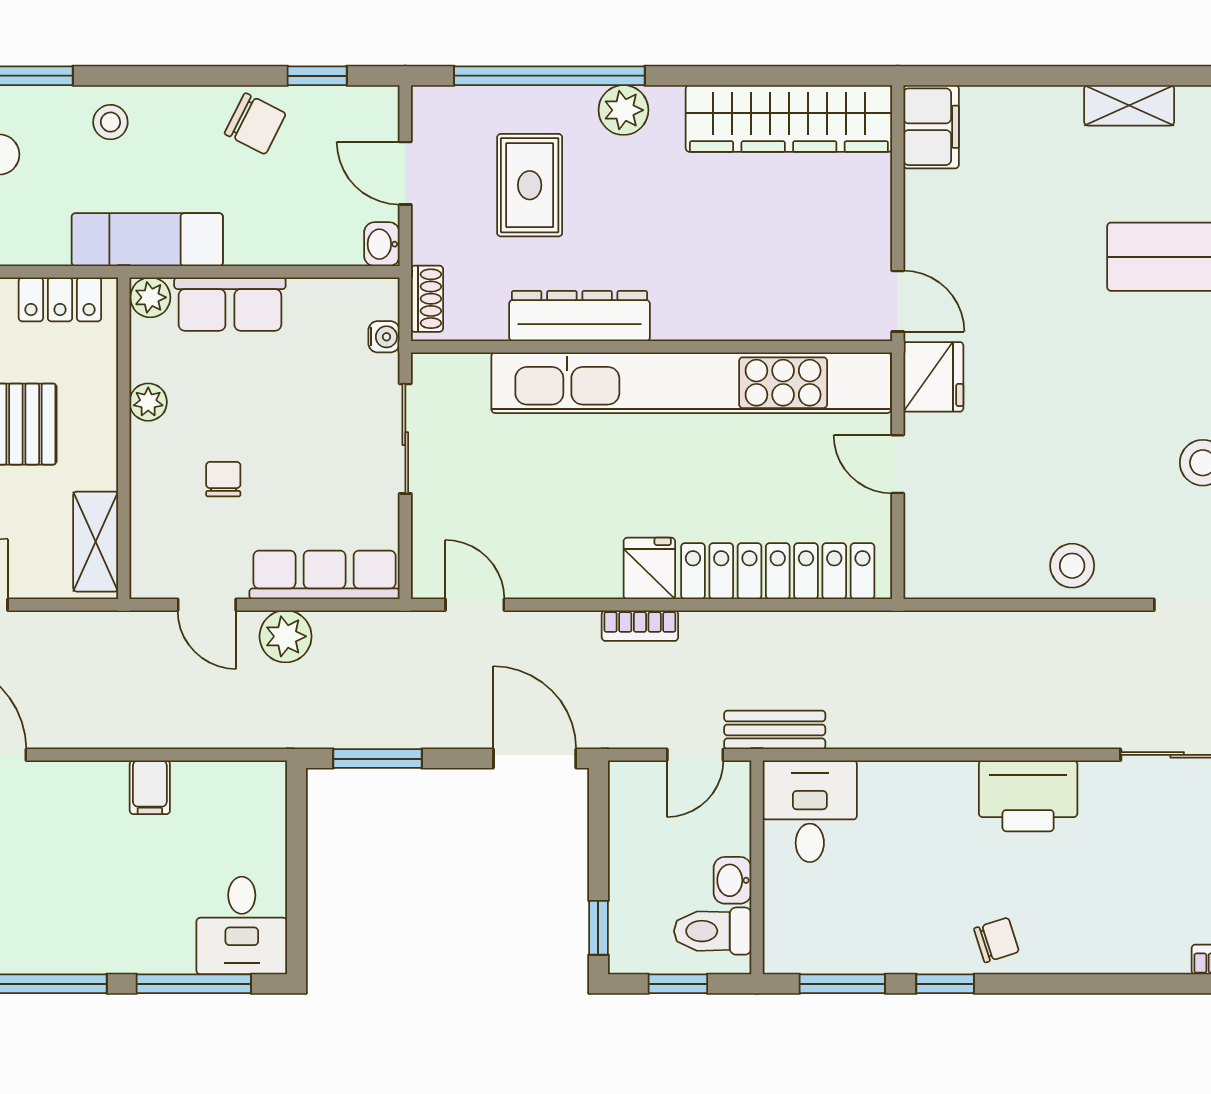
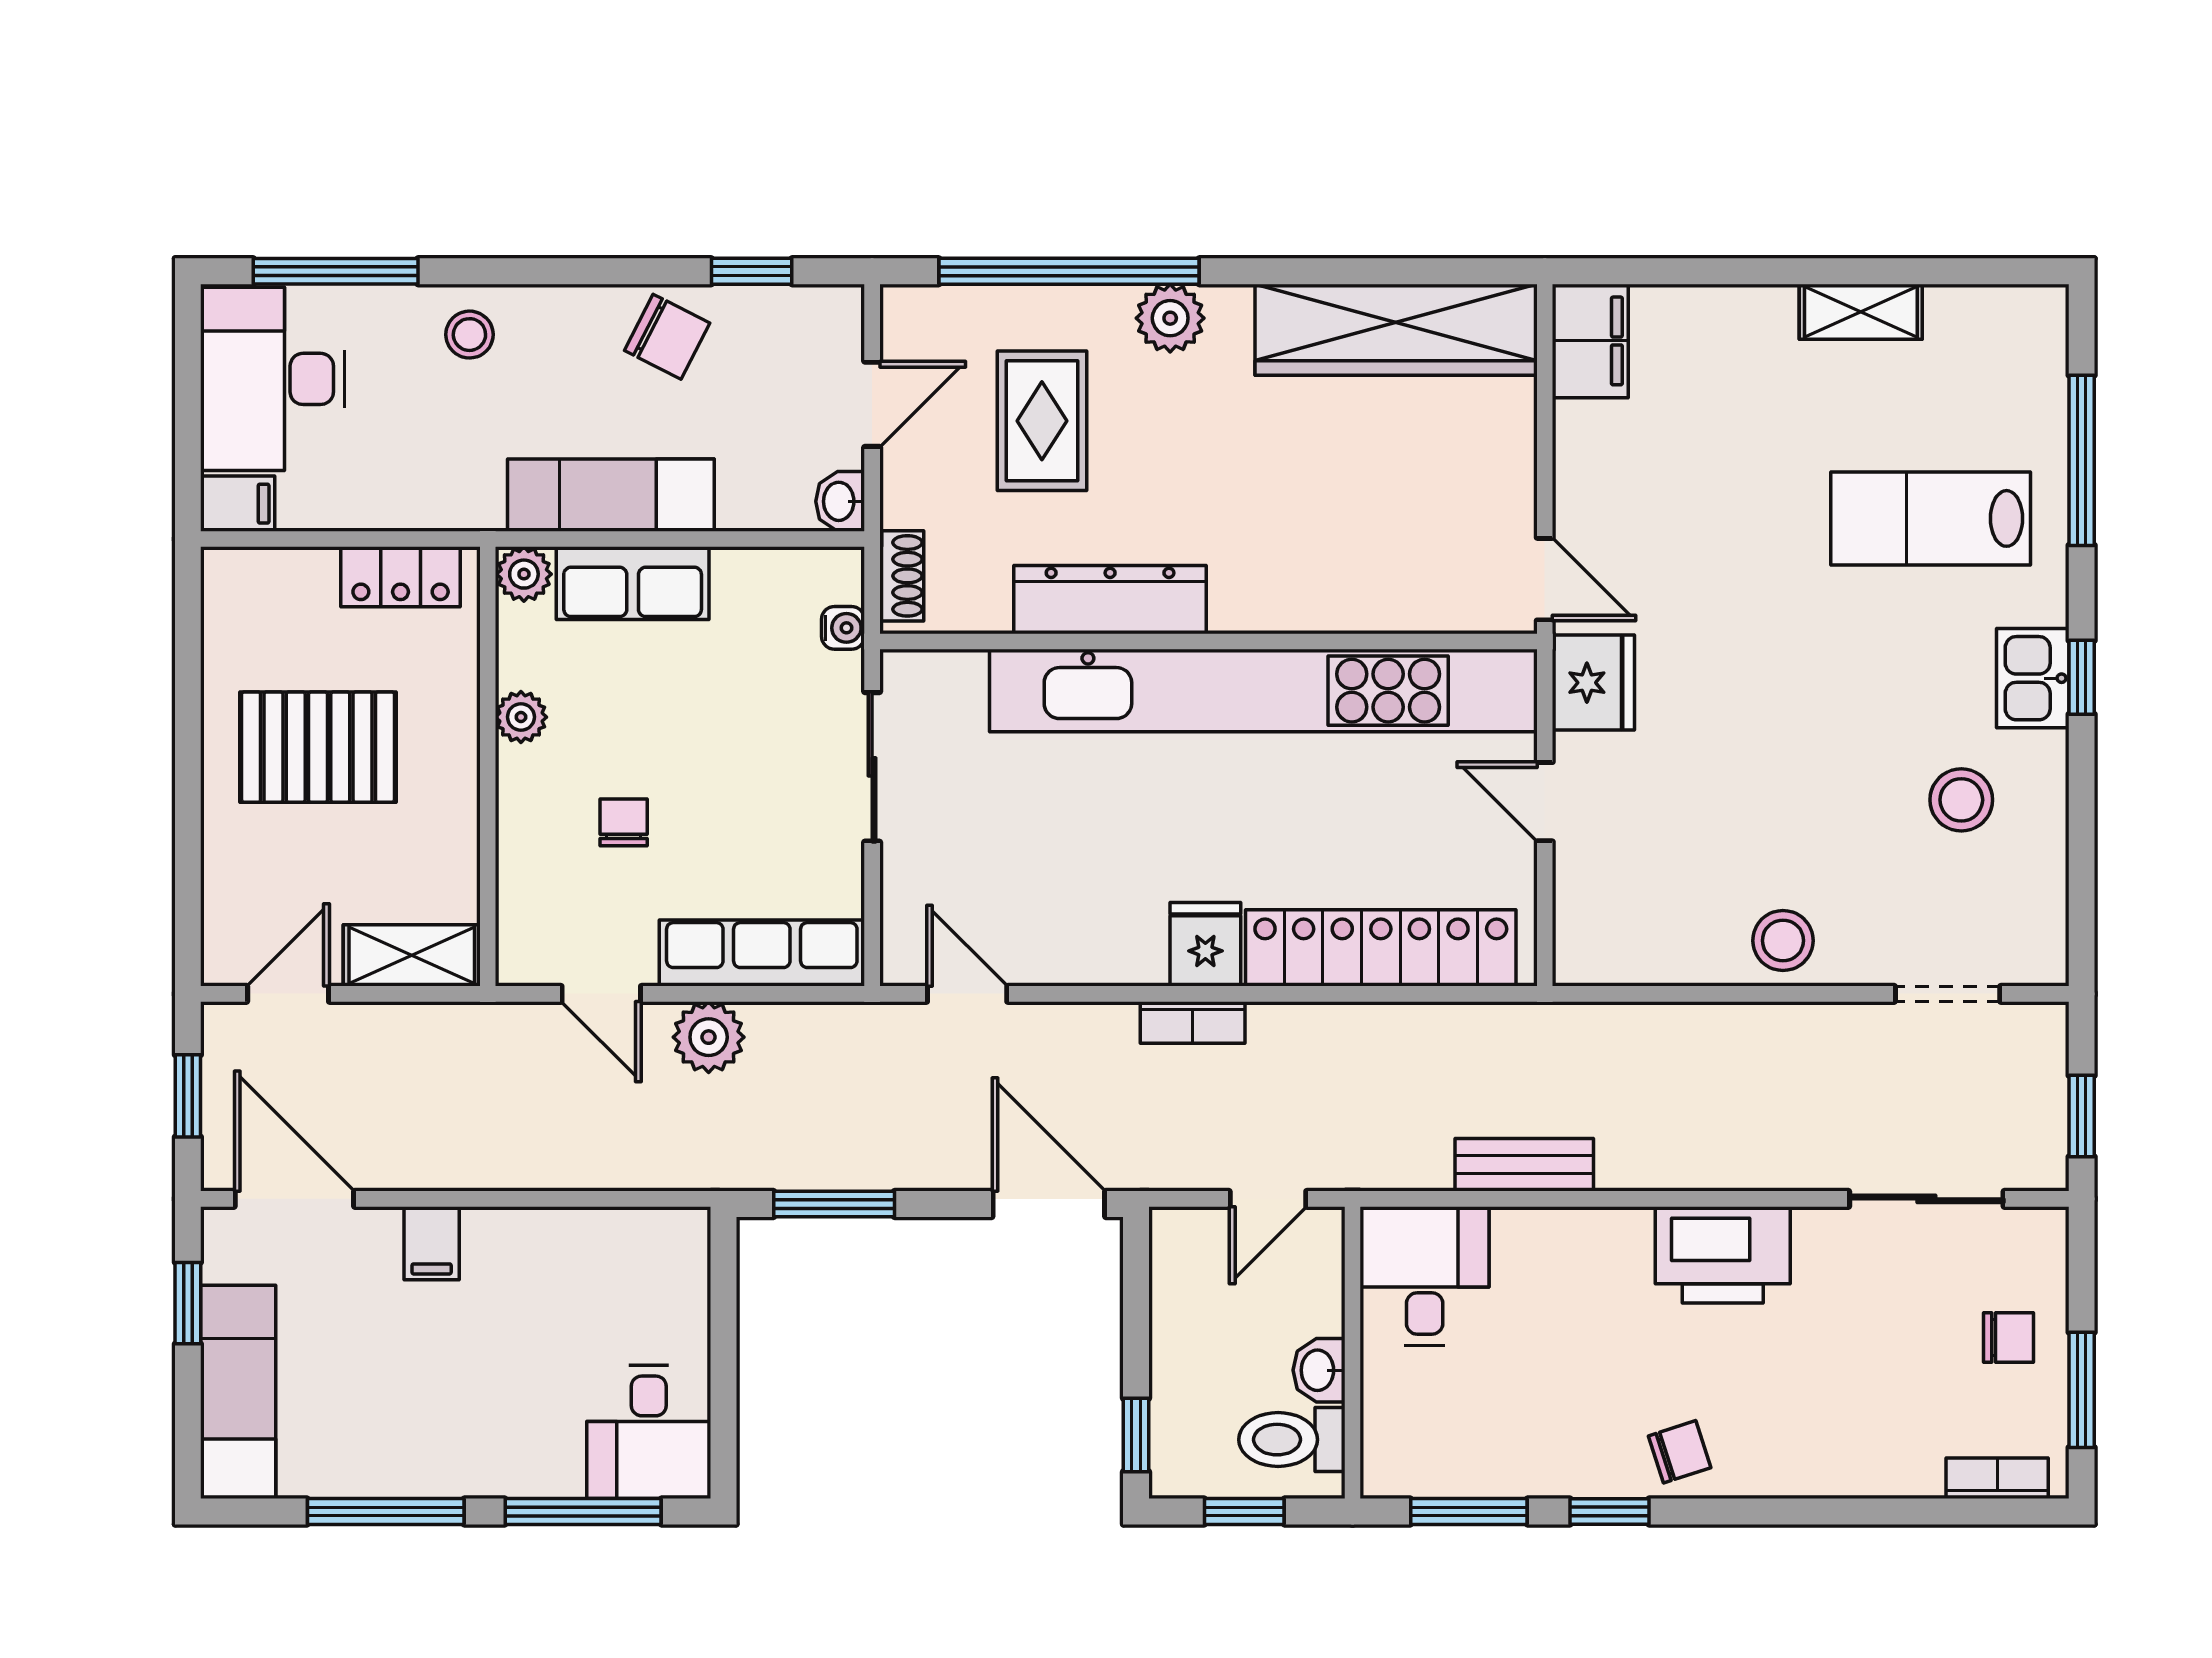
door: (405, 173) -> (872, 404), swing flipped
exam couch: (147, 240) -> (611, 495), moved
shelving: (96, 542) -> (412, 955), moved, turned 90
bench: (775, 730) -> (1524, 1165), moved
filing cabinet: (150, 787) -> (432, 1243), moved

